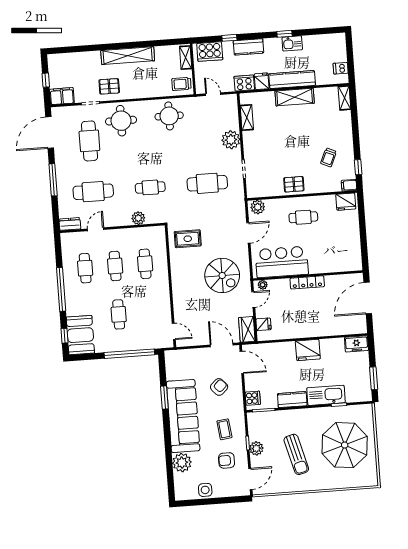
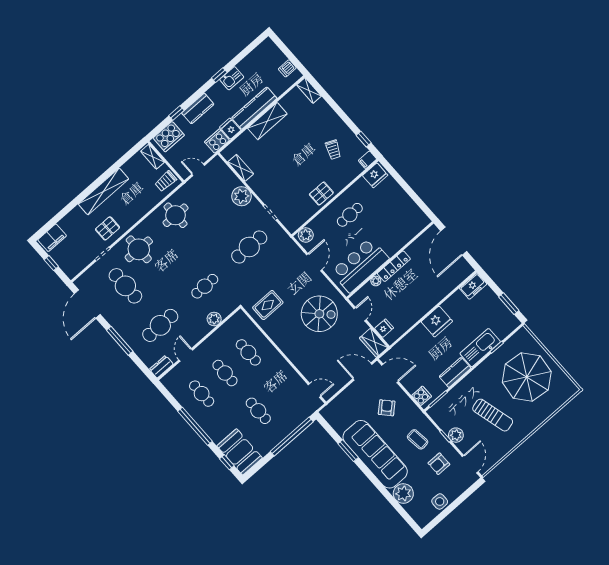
filing cabinet: (62, 96) -> (52, 238), moved, turned 180
plant: (263, 285) -> (376, 281), moved

